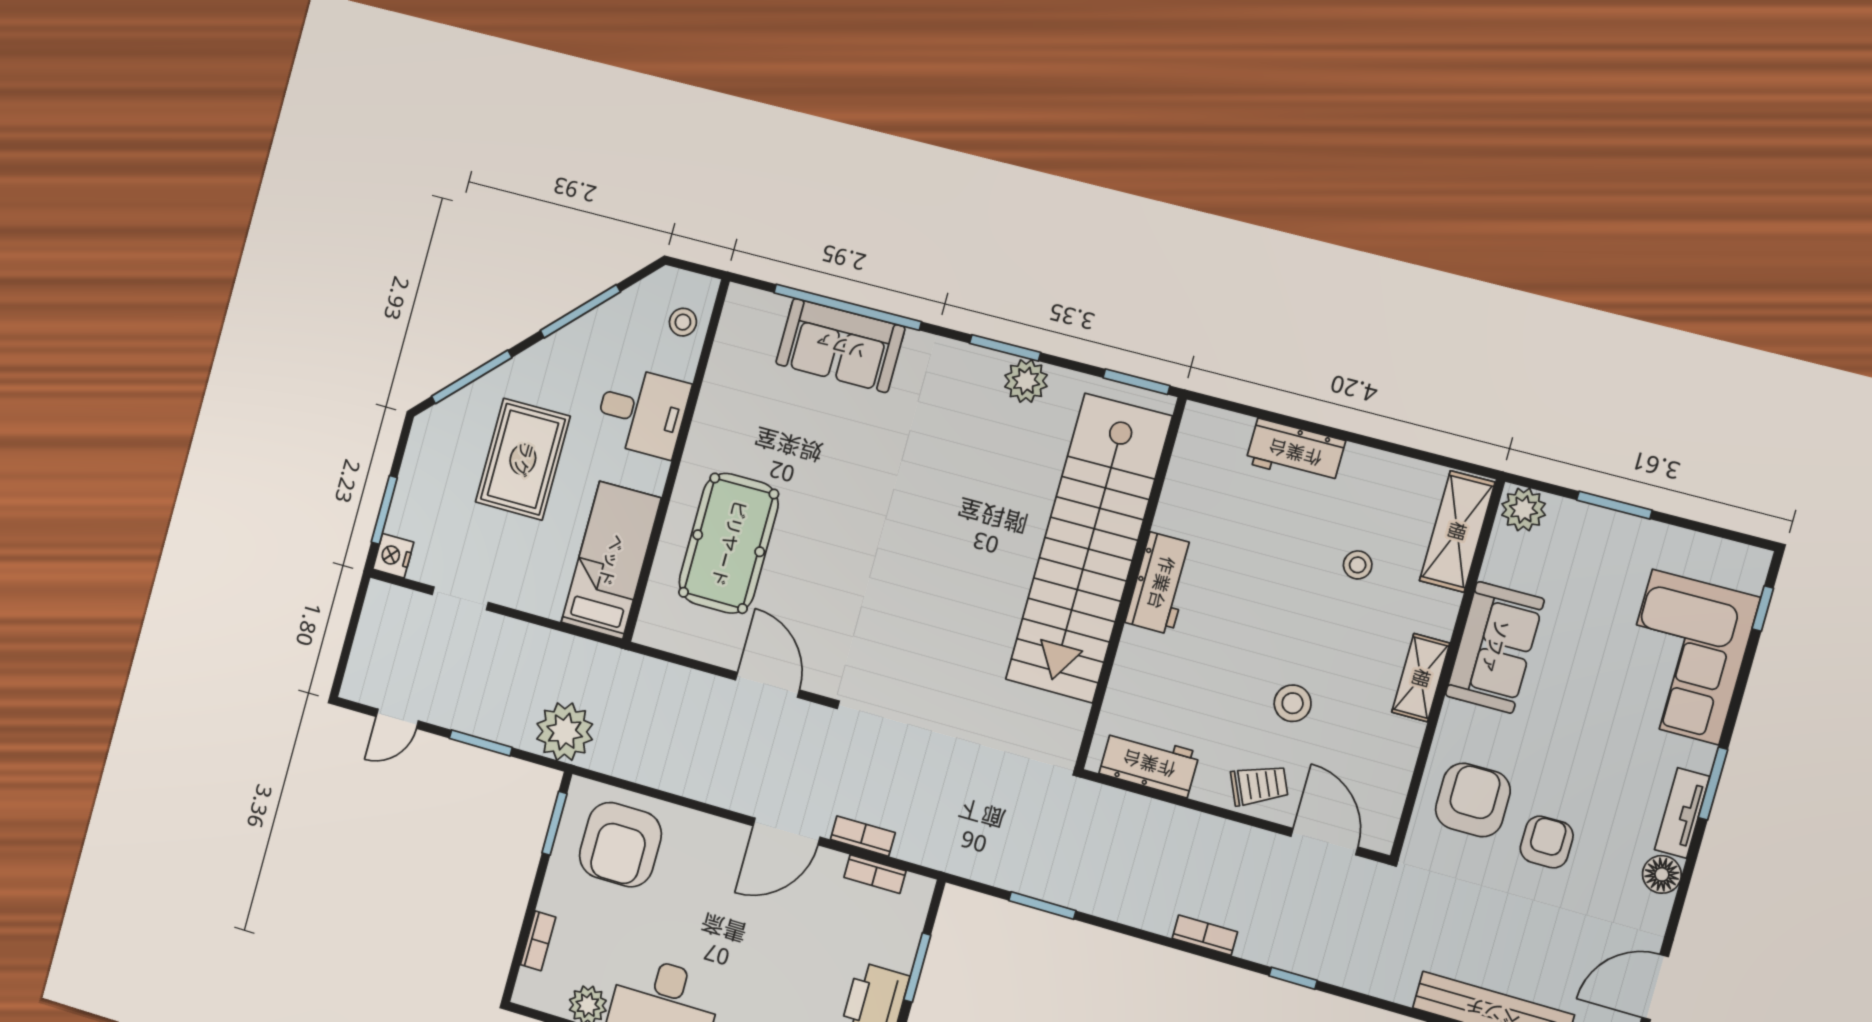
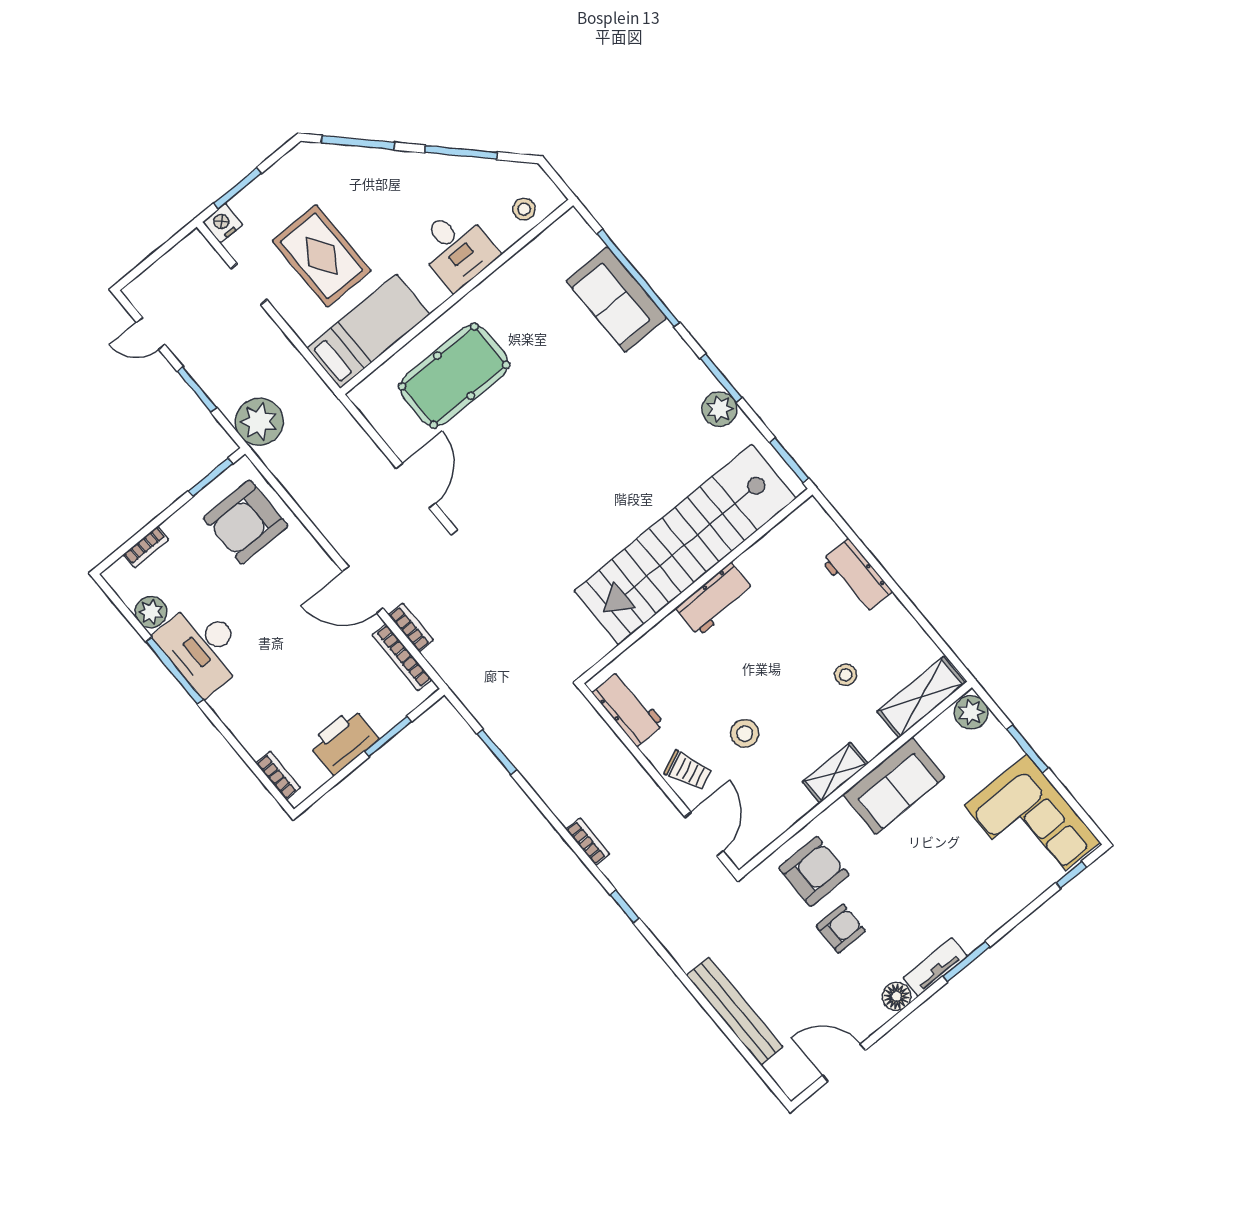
rug: (523, 459) -> (322, 256), moved, turned 90
corner sofa: (1685, 657) -> (1032, 824), moved, turned -90
bookcase: (875, 874) -> (402, 657), width x1.56

